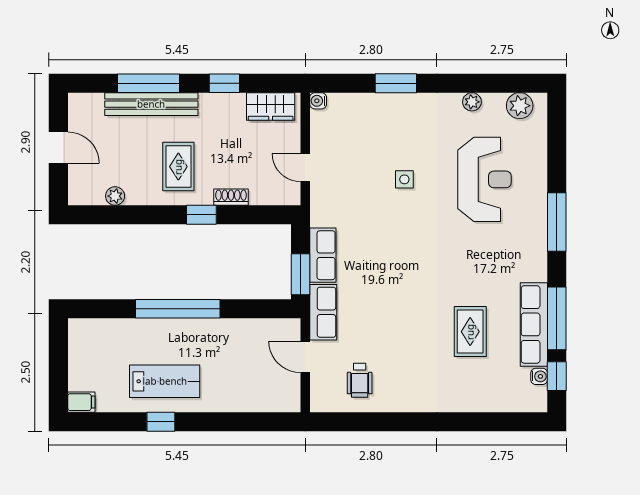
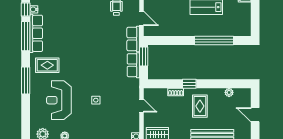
window: (178, 309) -> (214, 41), moved
rug: (470, 332) -> (47, 65), moved, turned 90

